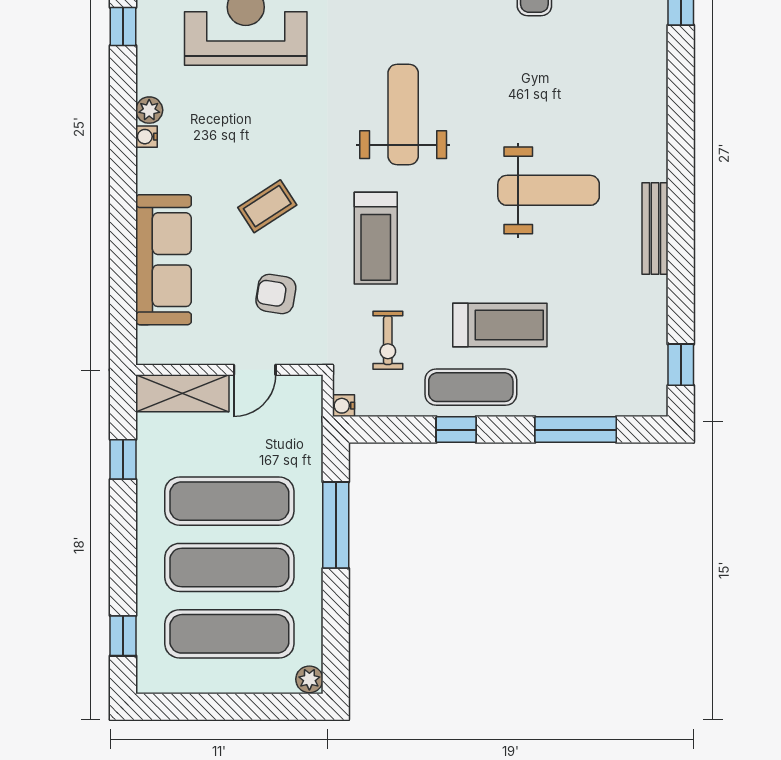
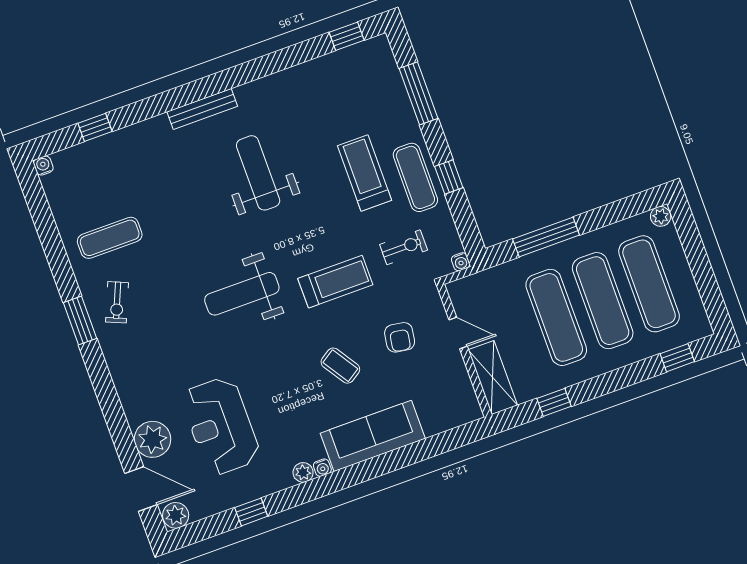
bench: (655, 229) -> (202, 109), moved
sofa: (164, 260) -> (373, 436), moved

